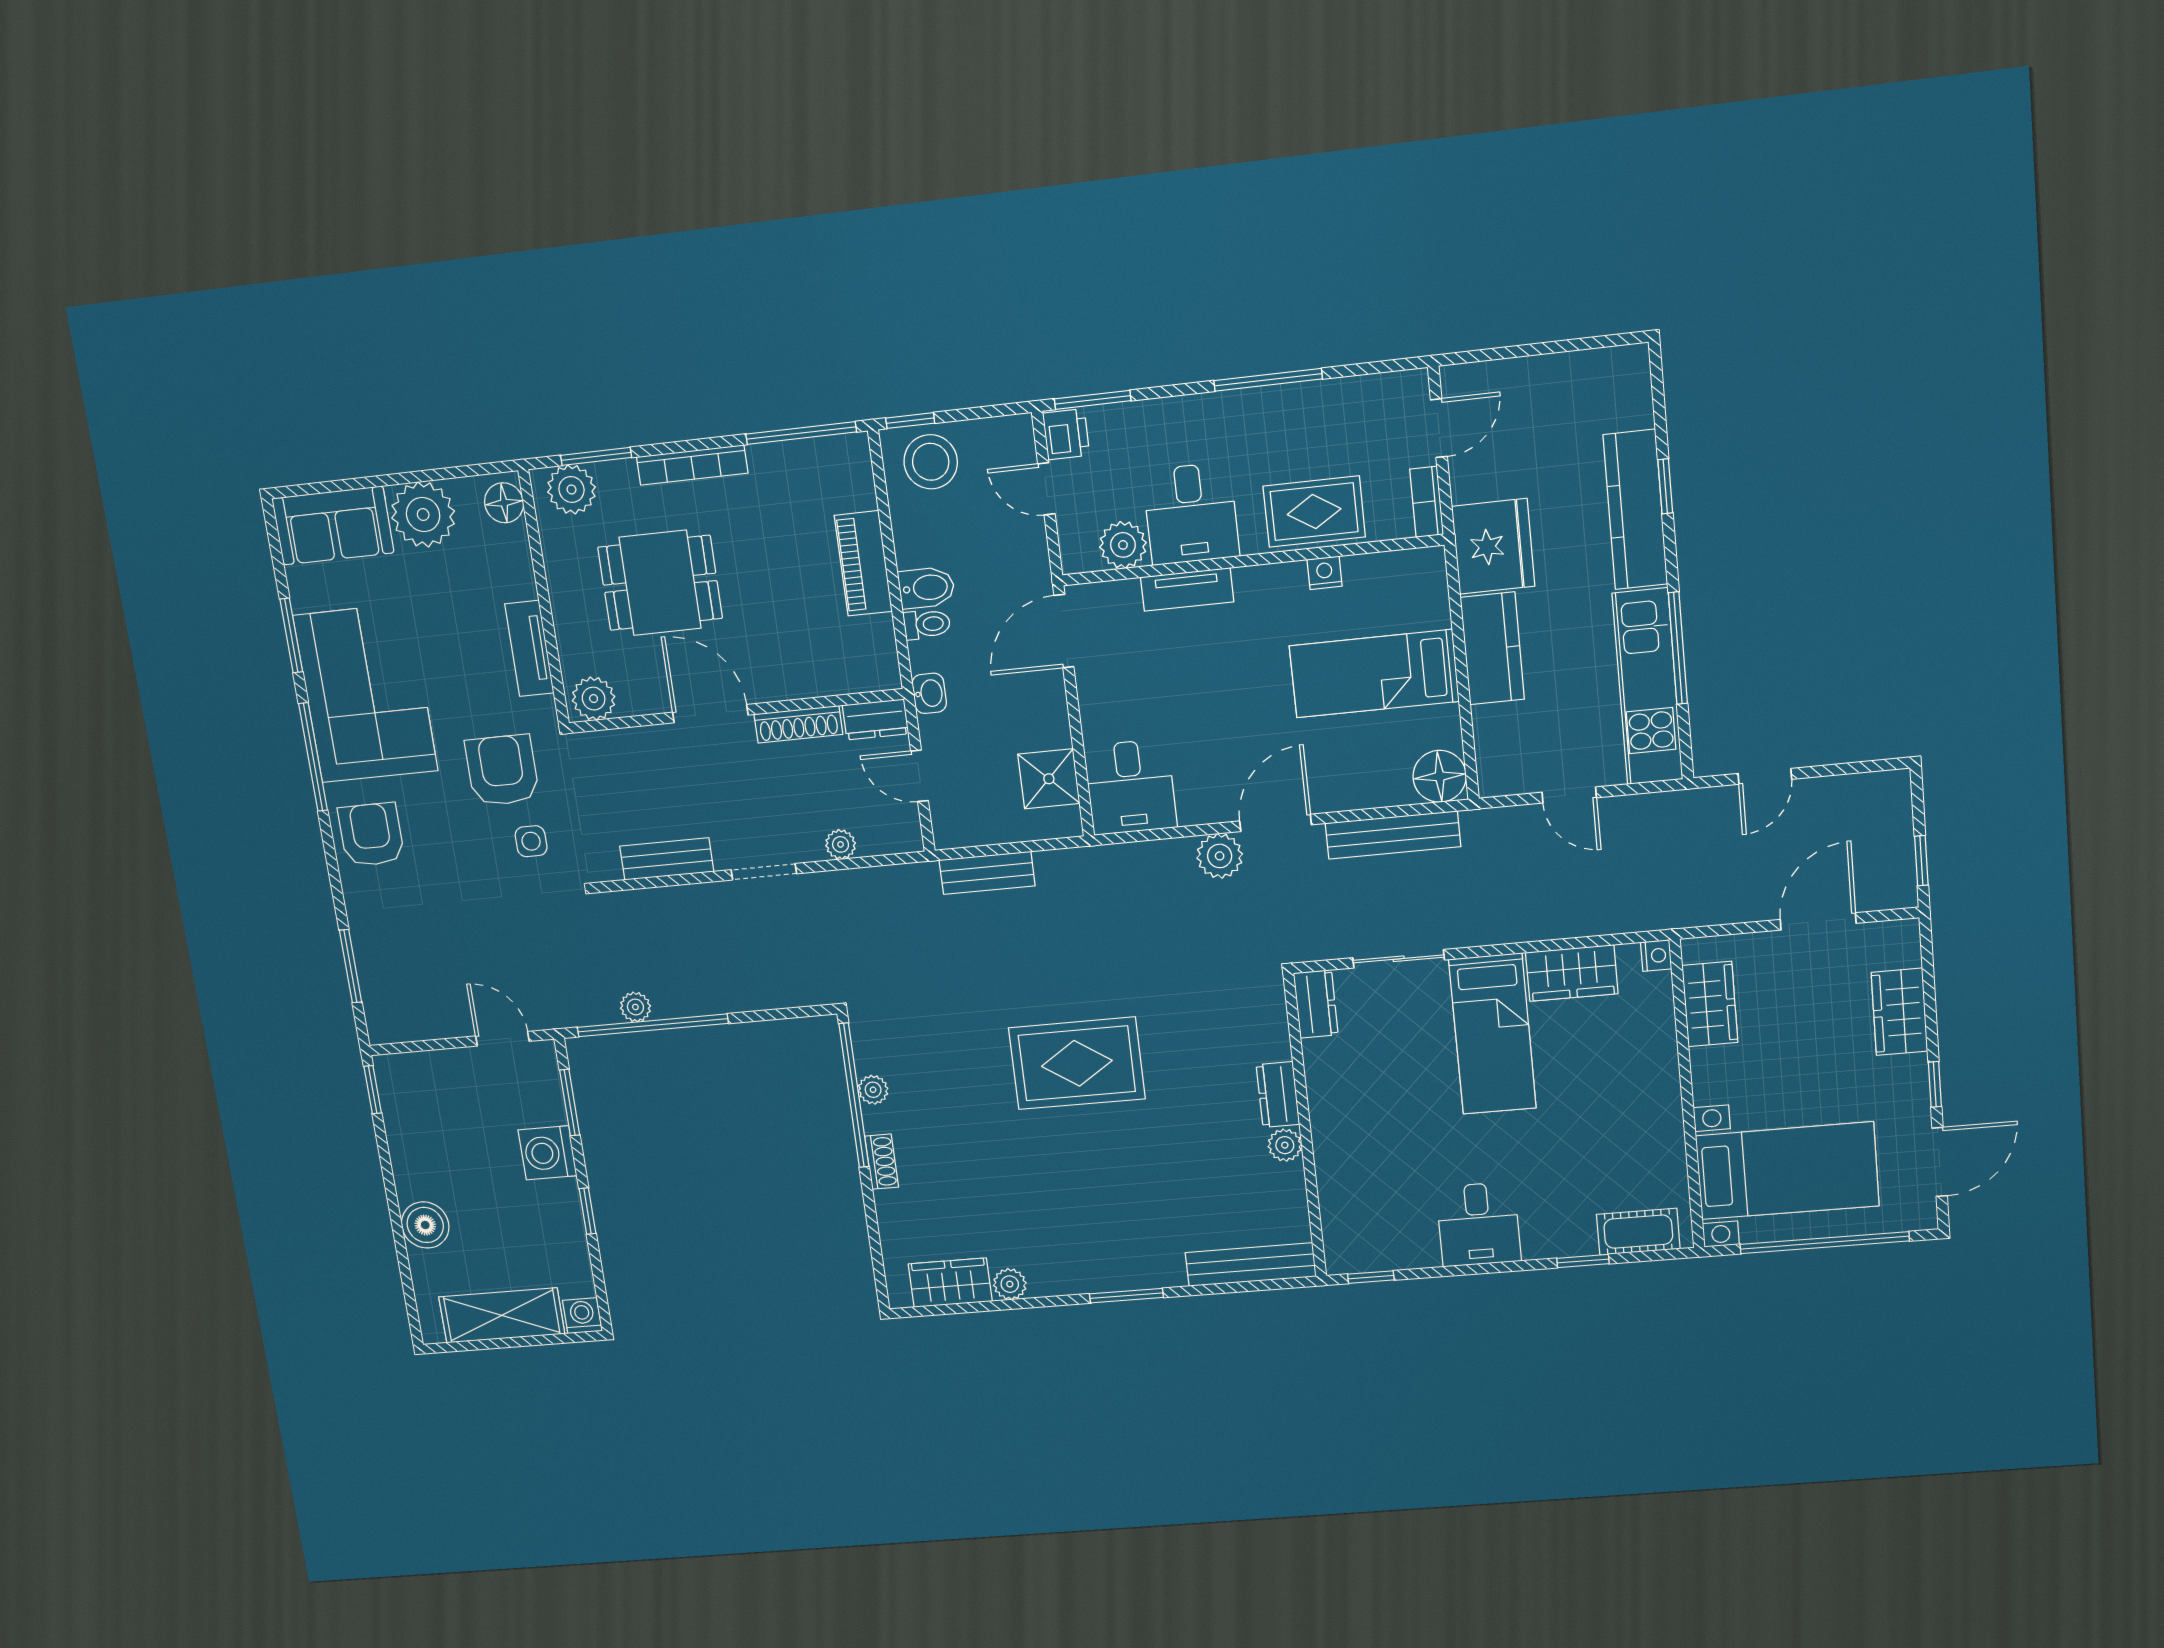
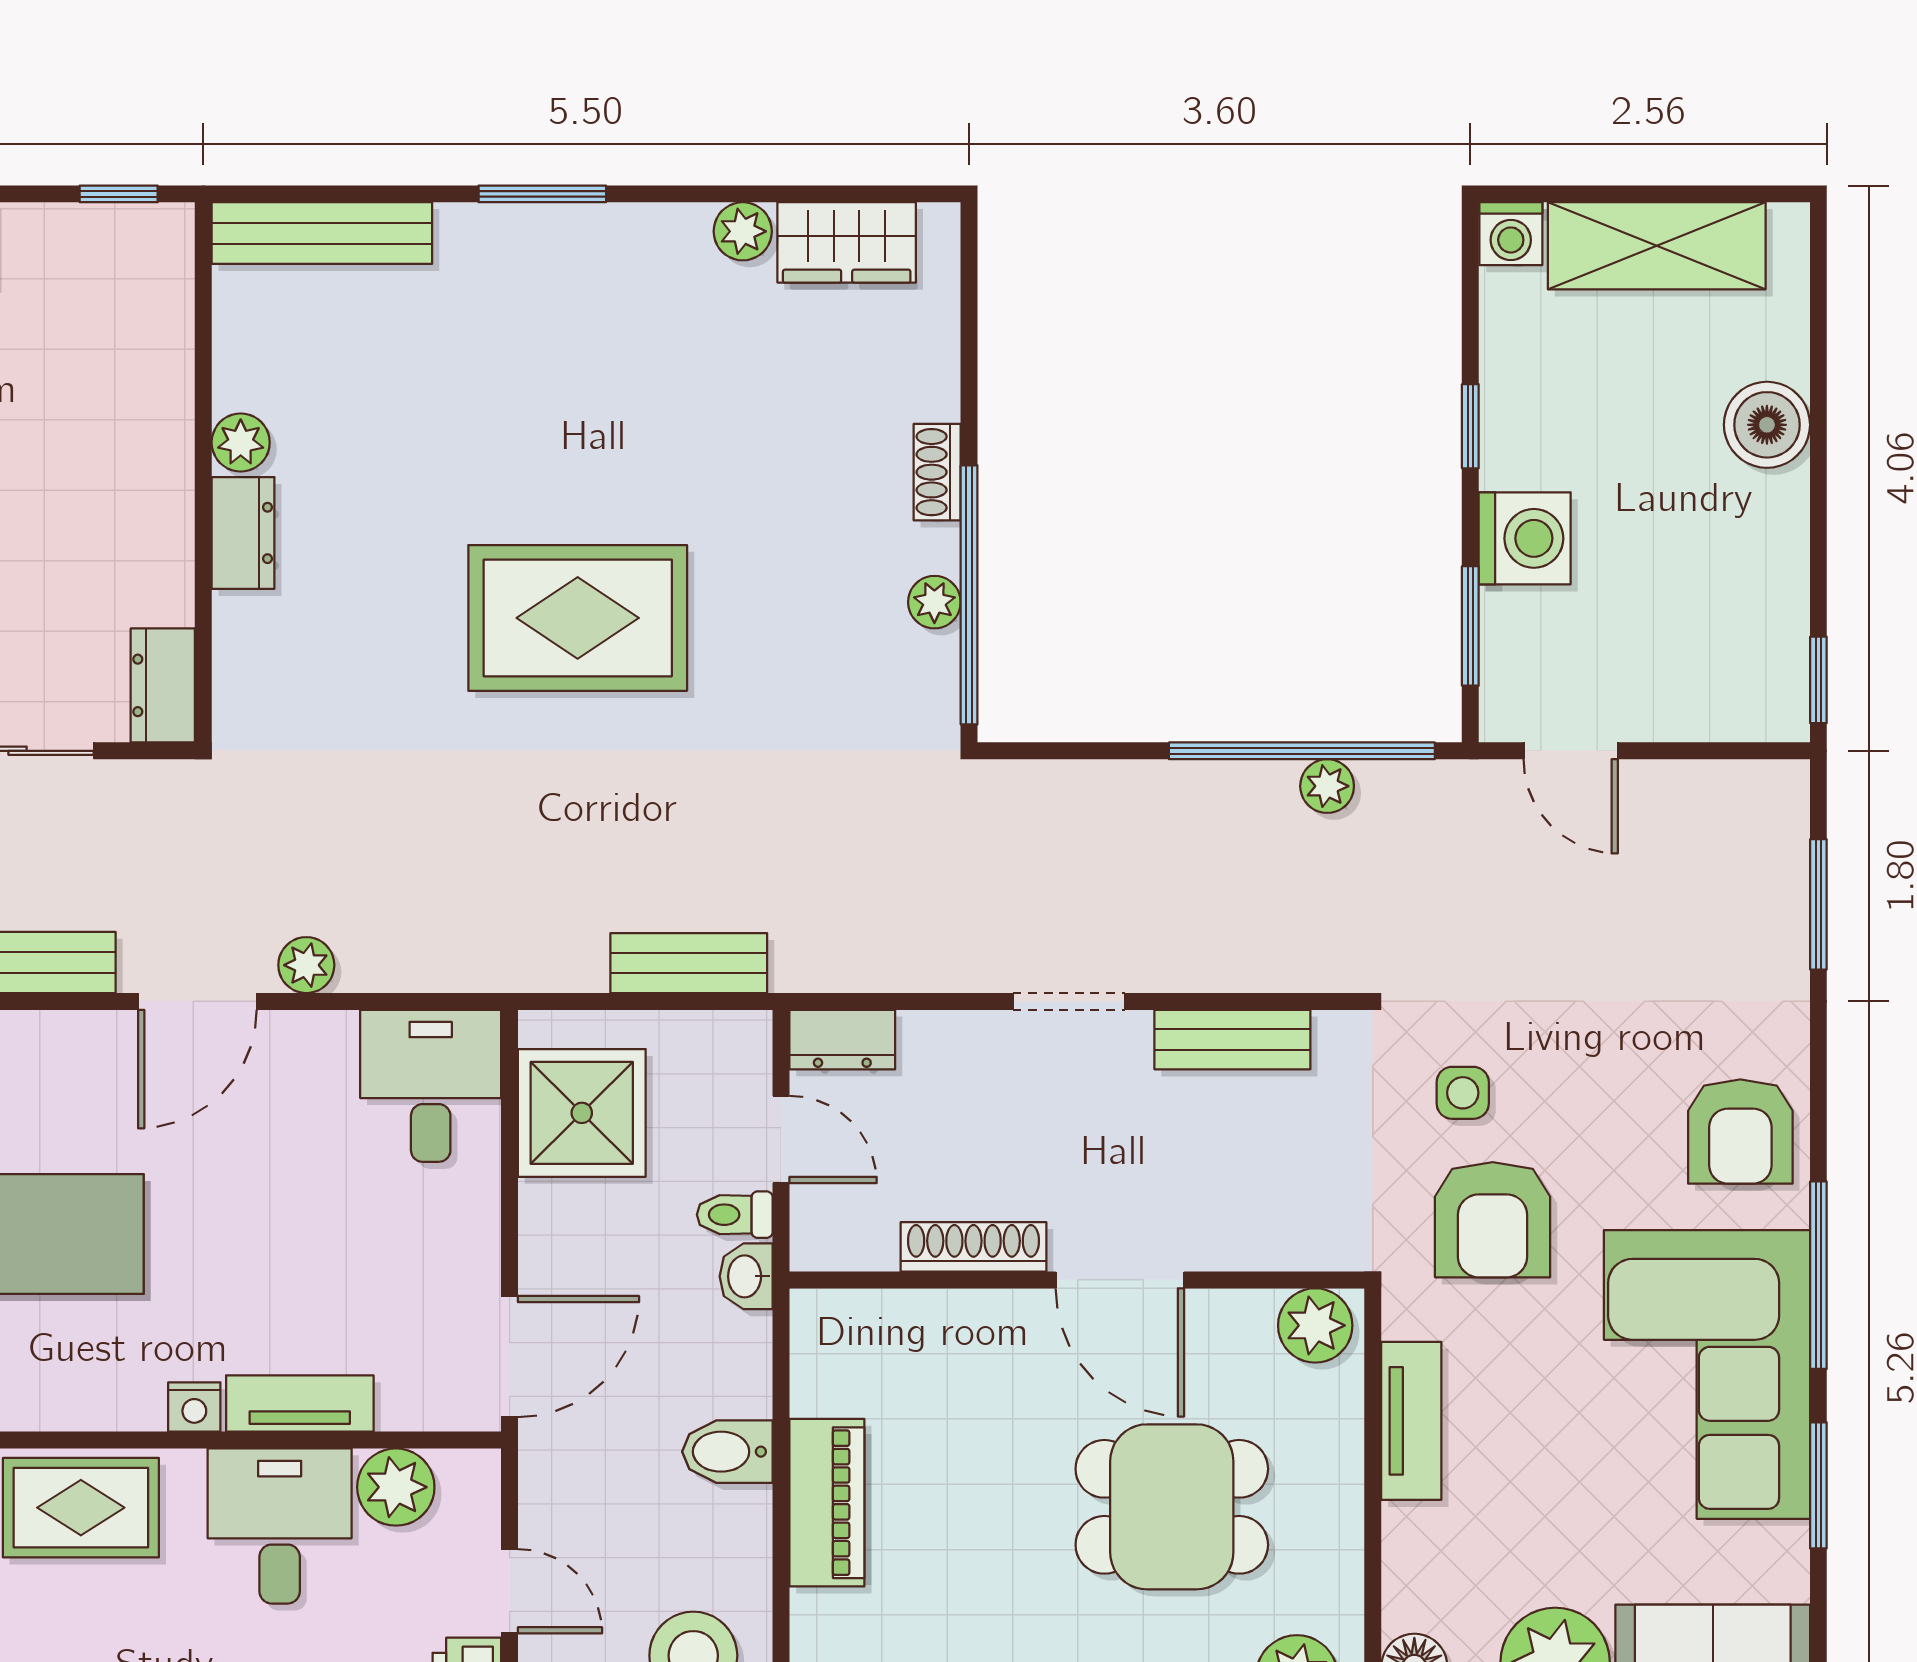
nightstand: (1325, 573) -> (194, 1407), moved
toilet: (927, 624) -> (735, 1215), moved
dresser: (875, 719) -> (842, 1040), moved, turned 180
shower: (1049, 779) -> (582, 1113), width x1.36, depth x1.36
plant: (841, 844) -> (931, 1036), removed
plant: (1220, 856) -> (306, 965), width x0.73, depth x0.73

